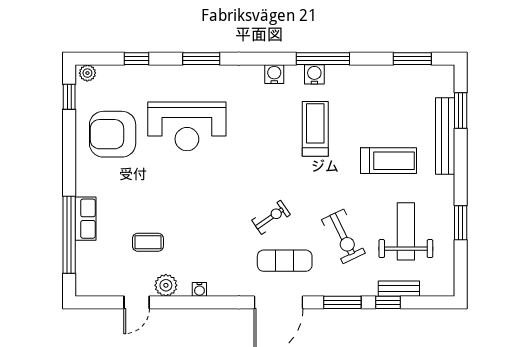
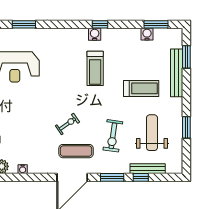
window: (323, 59) -> (100, 24), width x0.46
water cooler: (274, 74) -> (147, 34), moved
treadmill: (315, 129) -> (95, 68), turned 180
exercise bike: (343, 236) -> (113, 136), turned 34
bench: (399, 289) -> (148, 169), width x1.36

